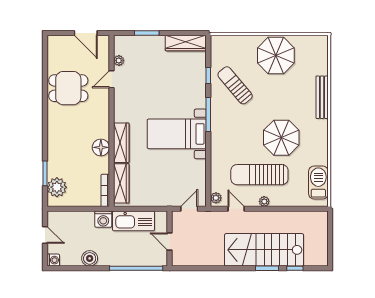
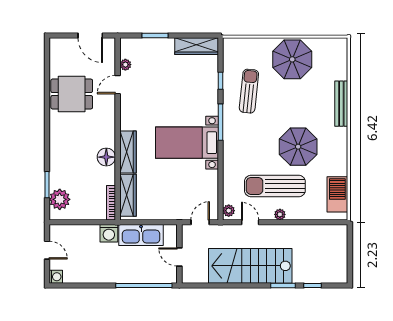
sun lounger: (235, 85) -> (249, 91), turned 46
stairs: (264, 250) -> (250, 266), moved
boiler: (90, 258) -> (94, 275), removed

